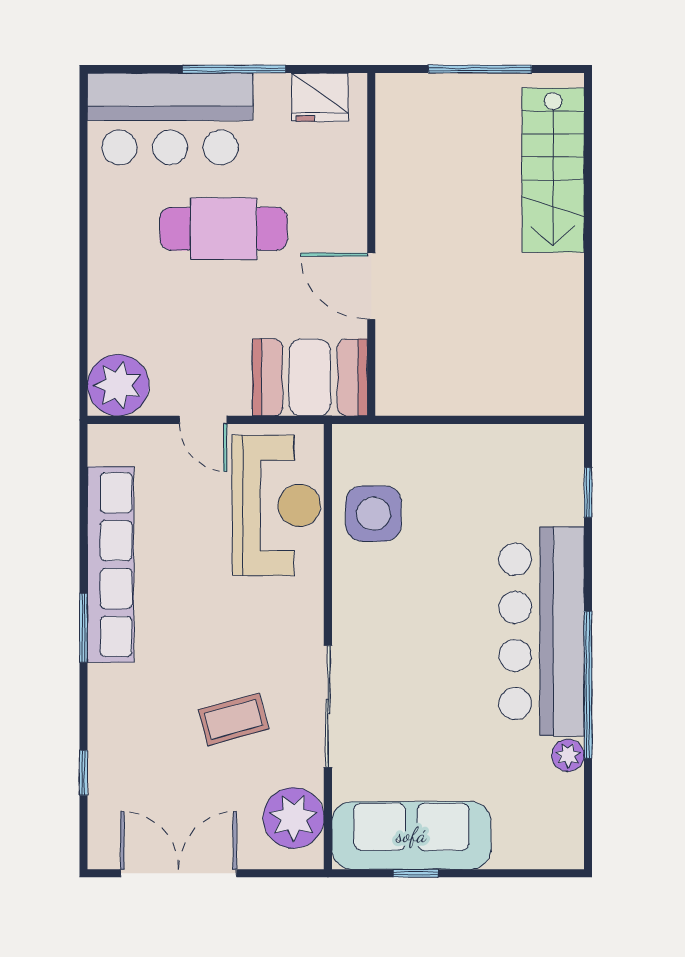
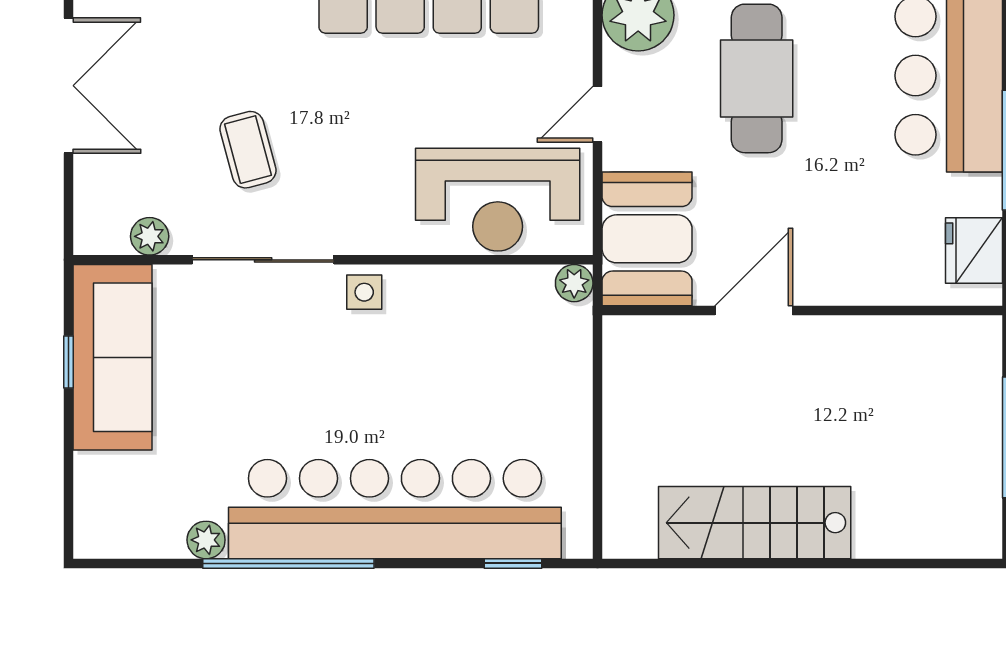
stairs: (553, 170) -> (755, 523), moved
cafe table: (224, 229) -> (757, 78), moved
plant: (348, 440) -> (574, 283), added
side table: (373, 514) -> (364, 292), moved, width x0.54, depth x0.54
bar counter: (541, 631) -> (395, 509), width x1.36
plant: (293, 818) -> (150, 236), width x0.53, depth x0.53

